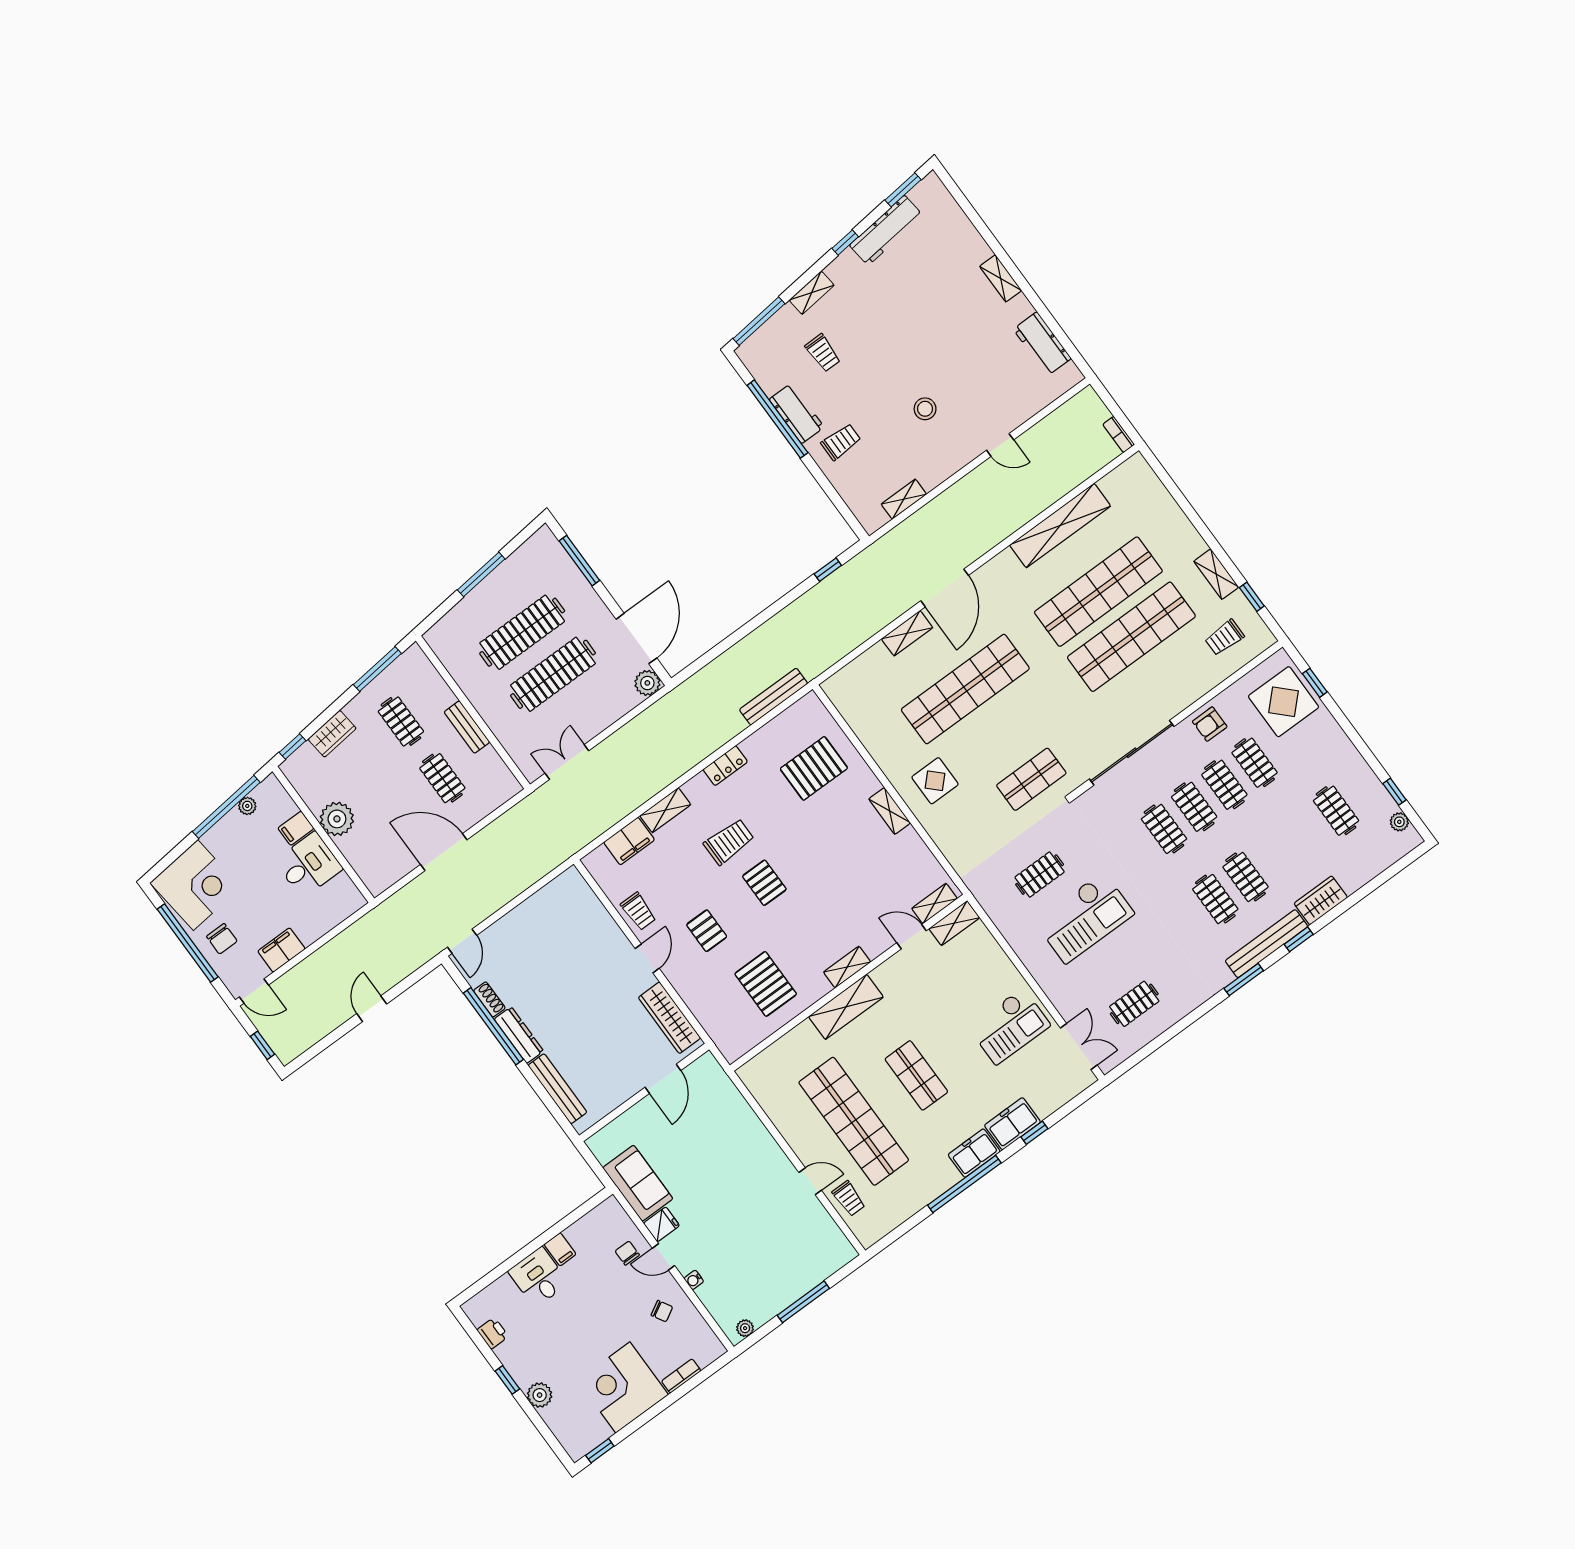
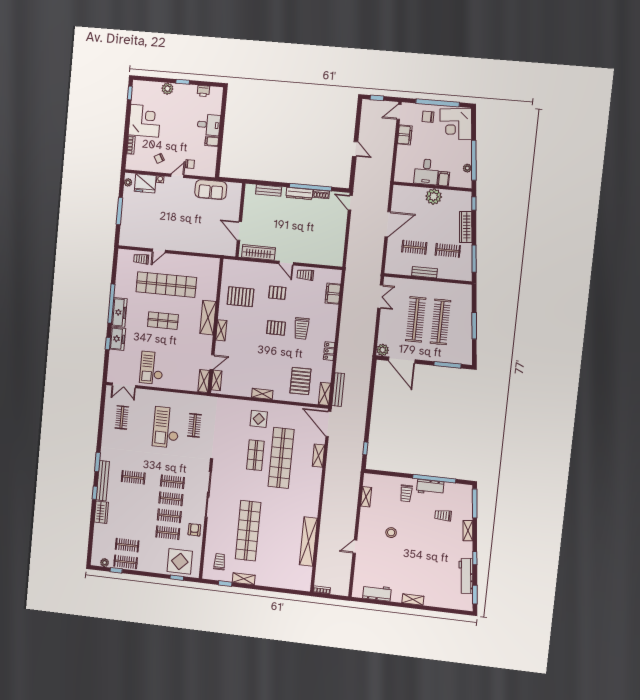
door: (945, 588) -> (328, 424), moved
shop shelf: (1098, 592) -> (274, 534), removed
wardrobe: (332, 734) -> (466, 227), width x1.50
shop shelf: (1031, 779) -> (255, 455), moved
shelving: (665, 810) -> (325, 394), moved
clothes rail: (1245, 877) -> (126, 562), moved
bench: (557, 1089) -> (269, 190), width x0.73
freezer: (974, 1153) -> (119, 312), width x1.40
fridge: (661, 1224) -> (145, 183), moved, width x1.88, depth x1.34

